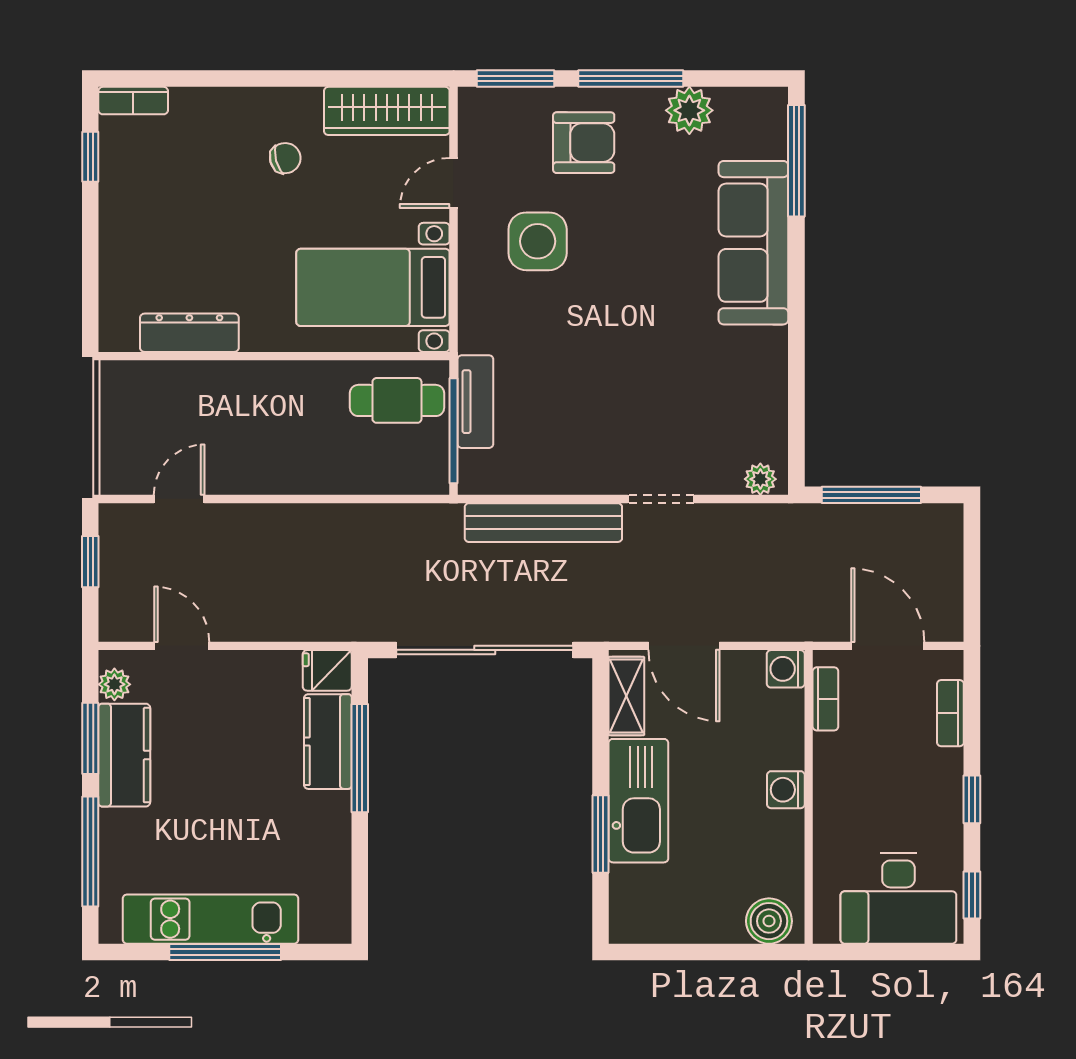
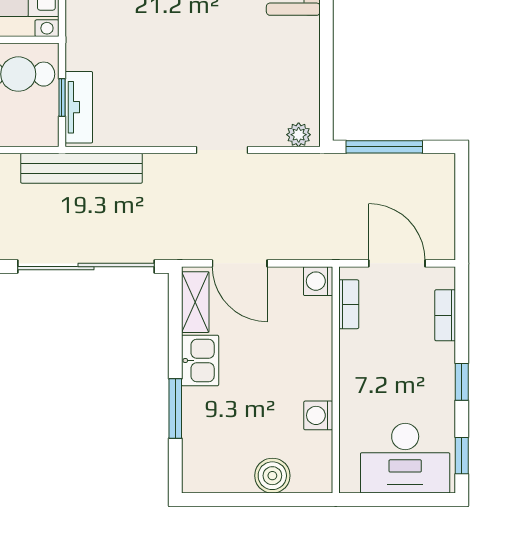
tv unit: (475, 402) -> (79, 107), moved
window: (454, 431) -> (62, 97), width x0.46
bench: (543, 523) -> (81, 168), moved
washing machine: (786, 790) -> (318, 415), moved
kitchen sink: (638, 801) -> (200, 361), width x0.53, depth x0.81
boiler: (769, 921) -> (272, 476), moved

